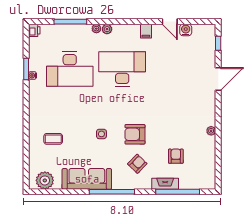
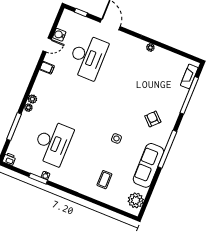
desk: (122, 69) -> (88, 57), moved, turned 180
armchair: (135, 134) -> (128, 111), removed
armchair: (176, 156) -> (159, 85), removed
fireplace: (165, 184) -> (189, 76), moved

